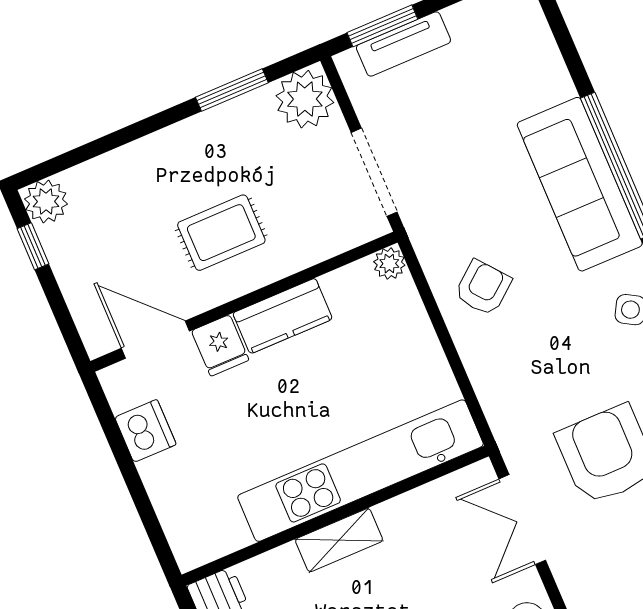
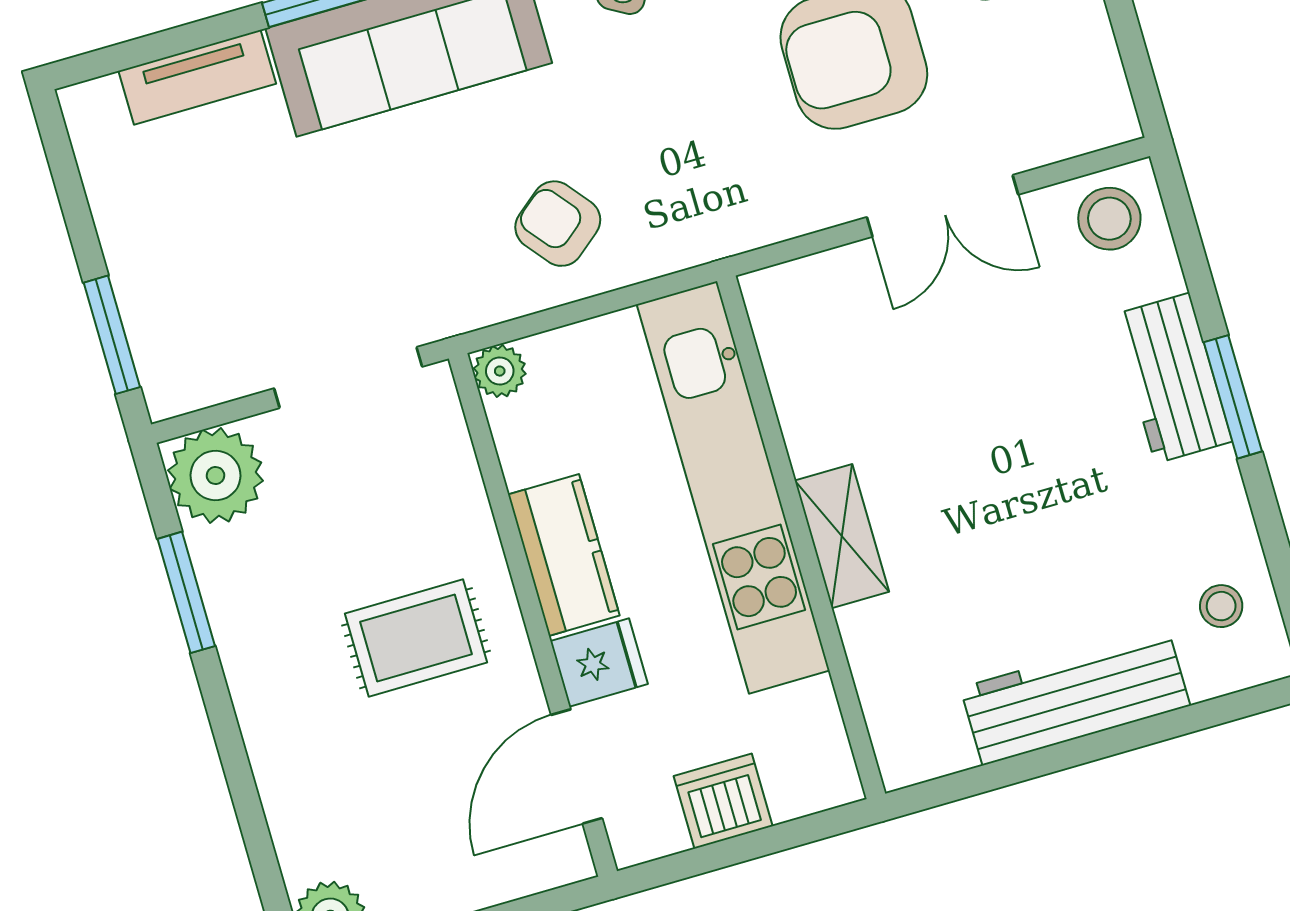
tv unit: (403, 44) -> (197, 77), moved, turned 90
rug: (221, 233) -> (416, 638), turned 90
kitchen unit: (360, 471) -> (733, 487), moved
wall: (335, 516) -> (801, 537), moved
shelving: (339, 540) -> (842, 536), moved

